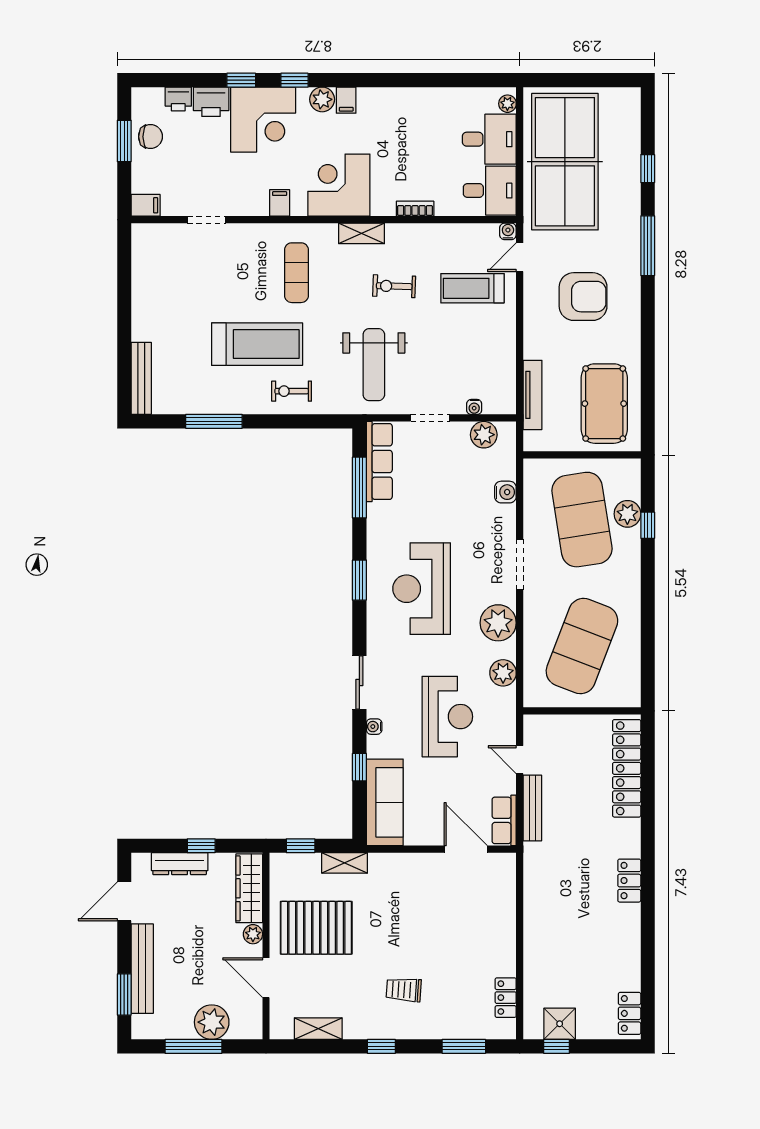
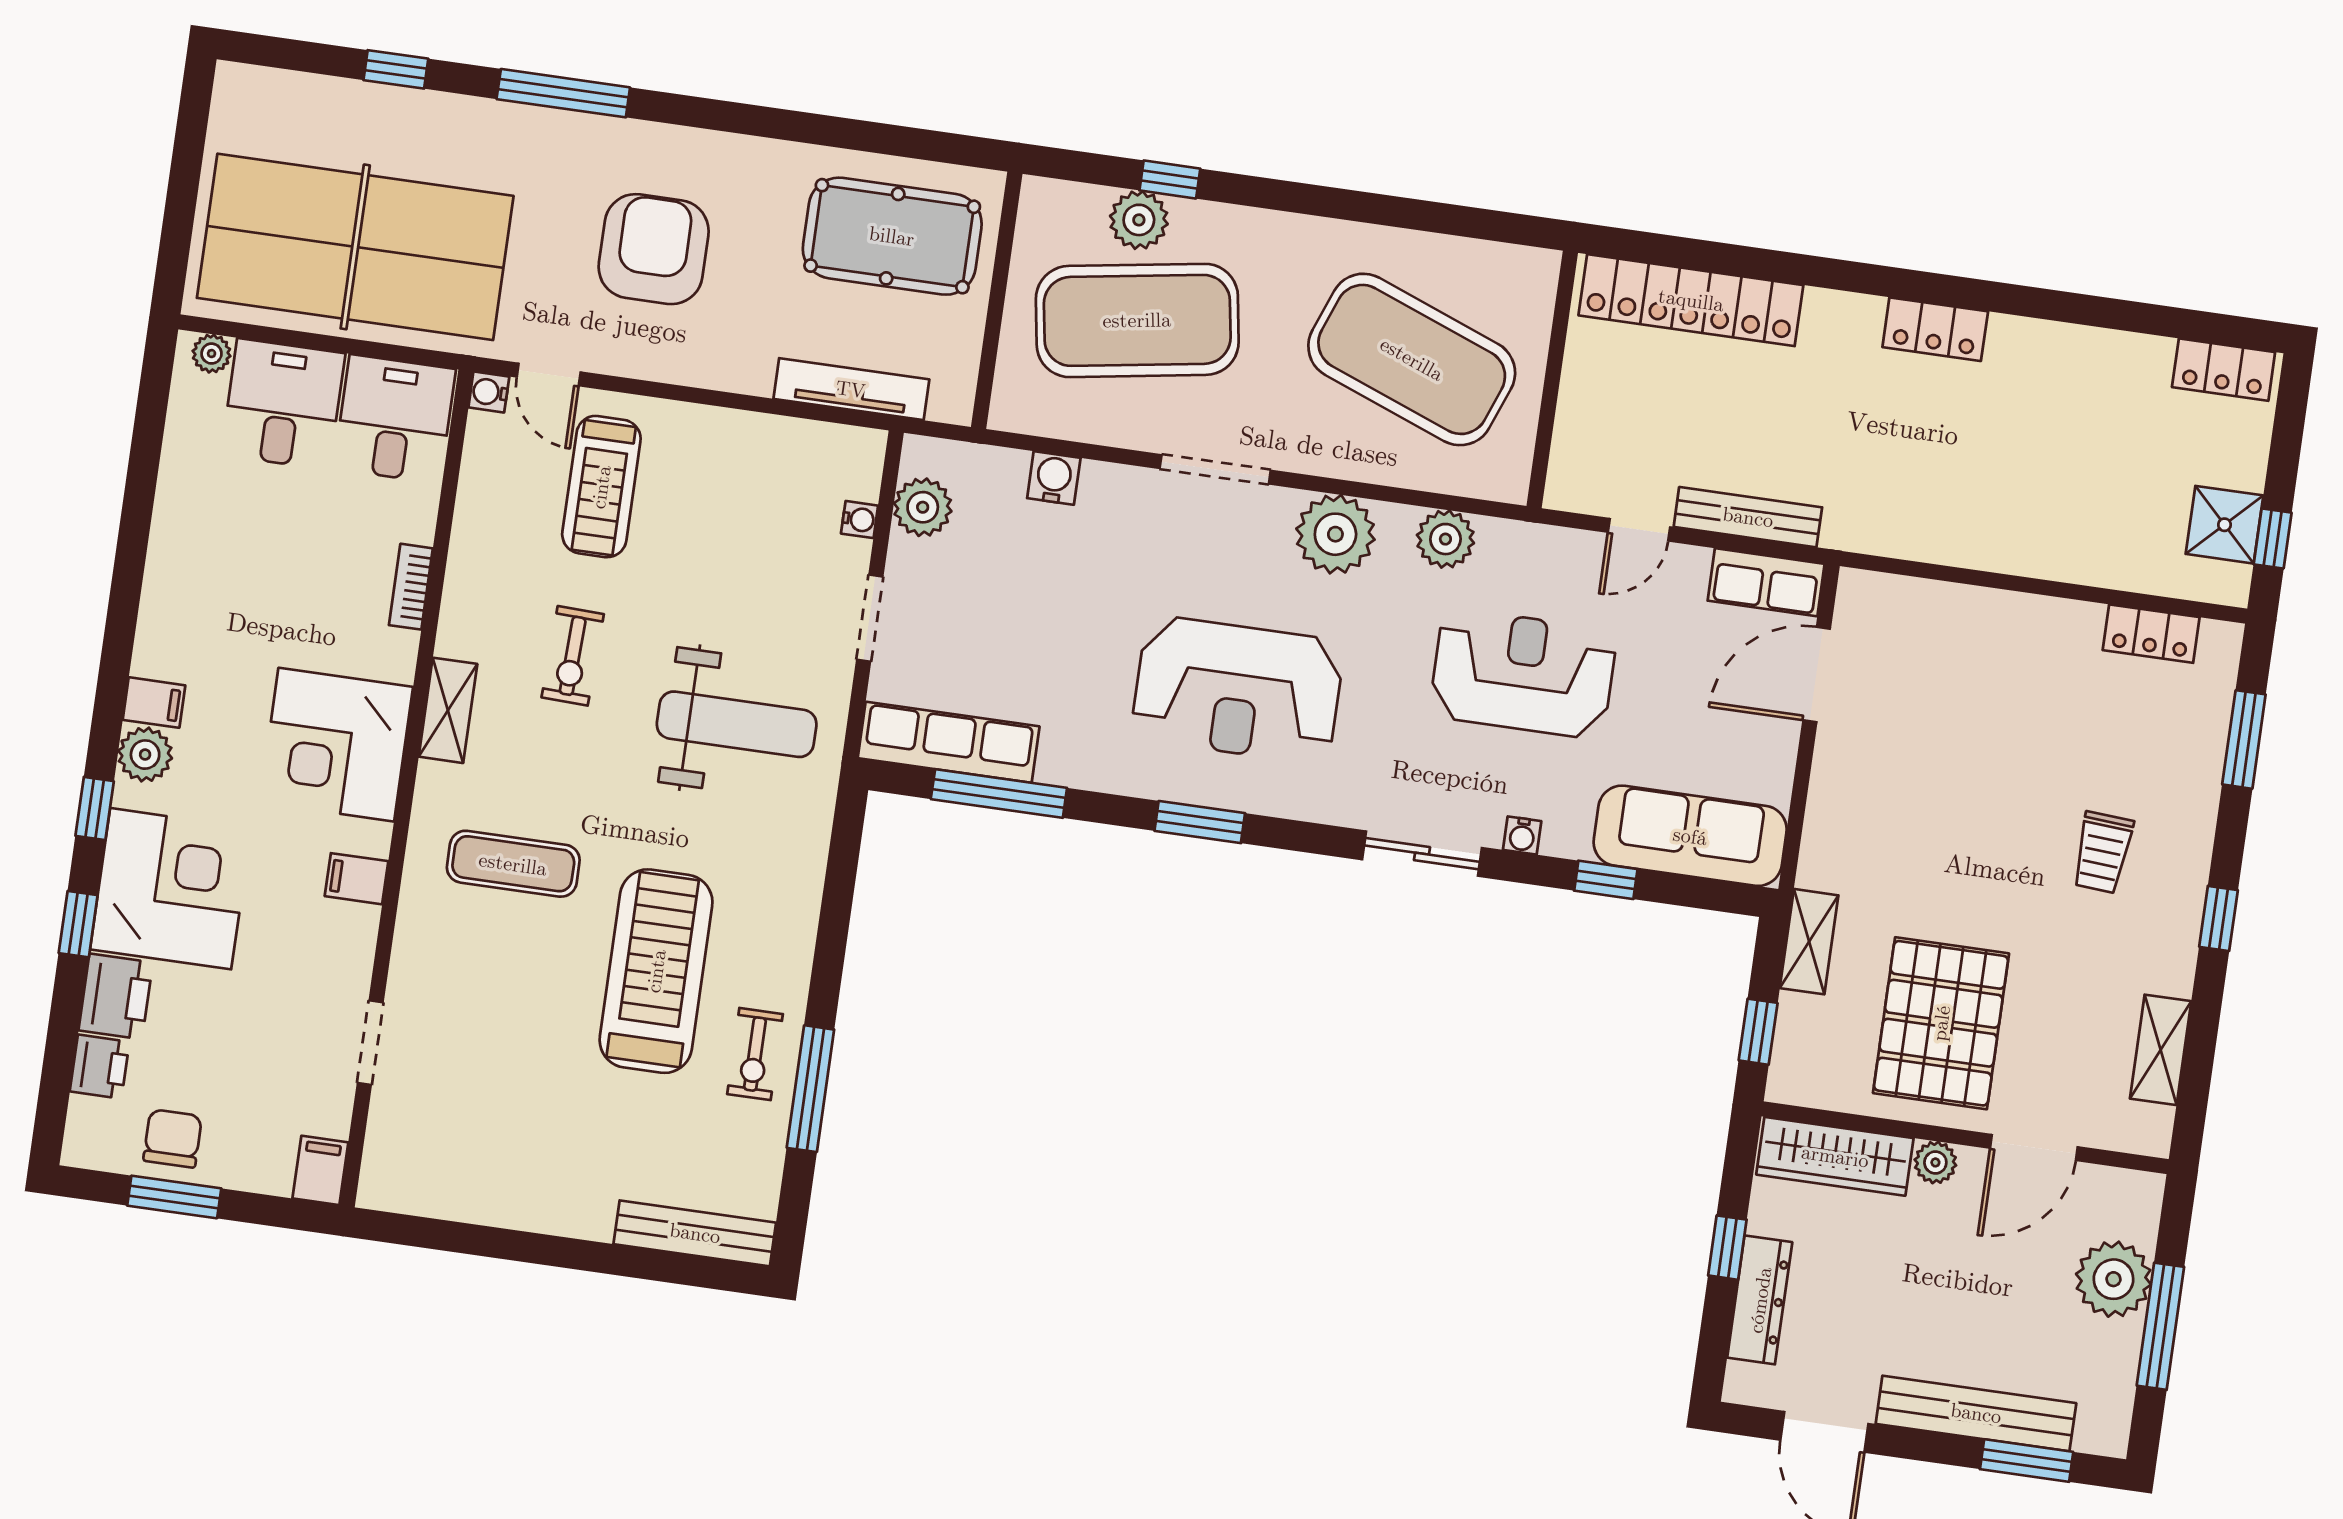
exercise bike: (292, 391) -> (755, 1054), moved

